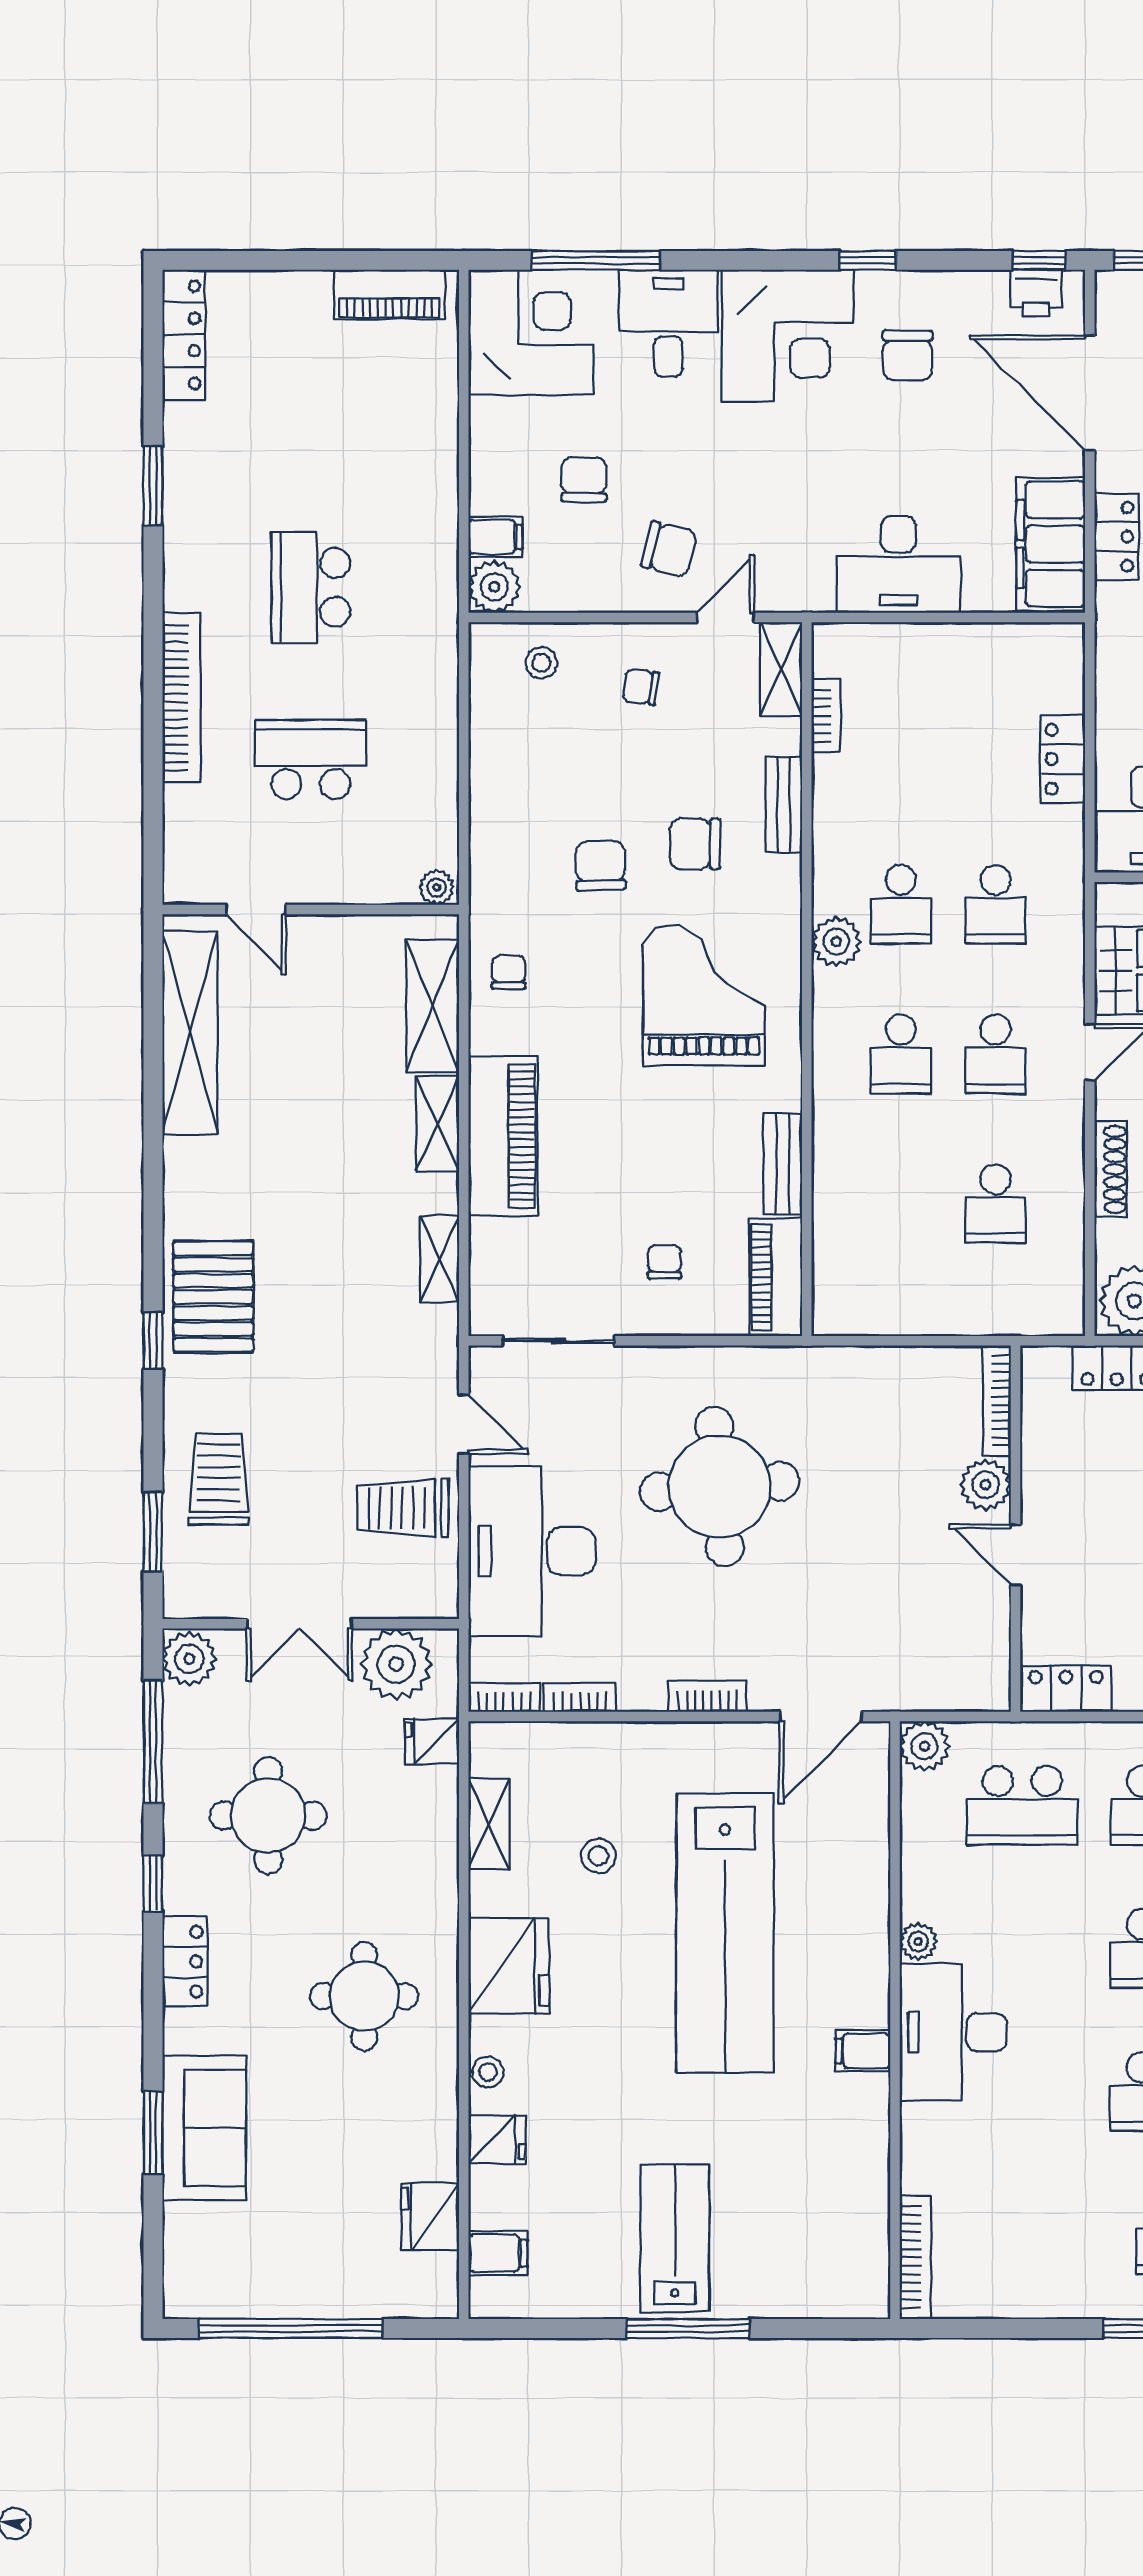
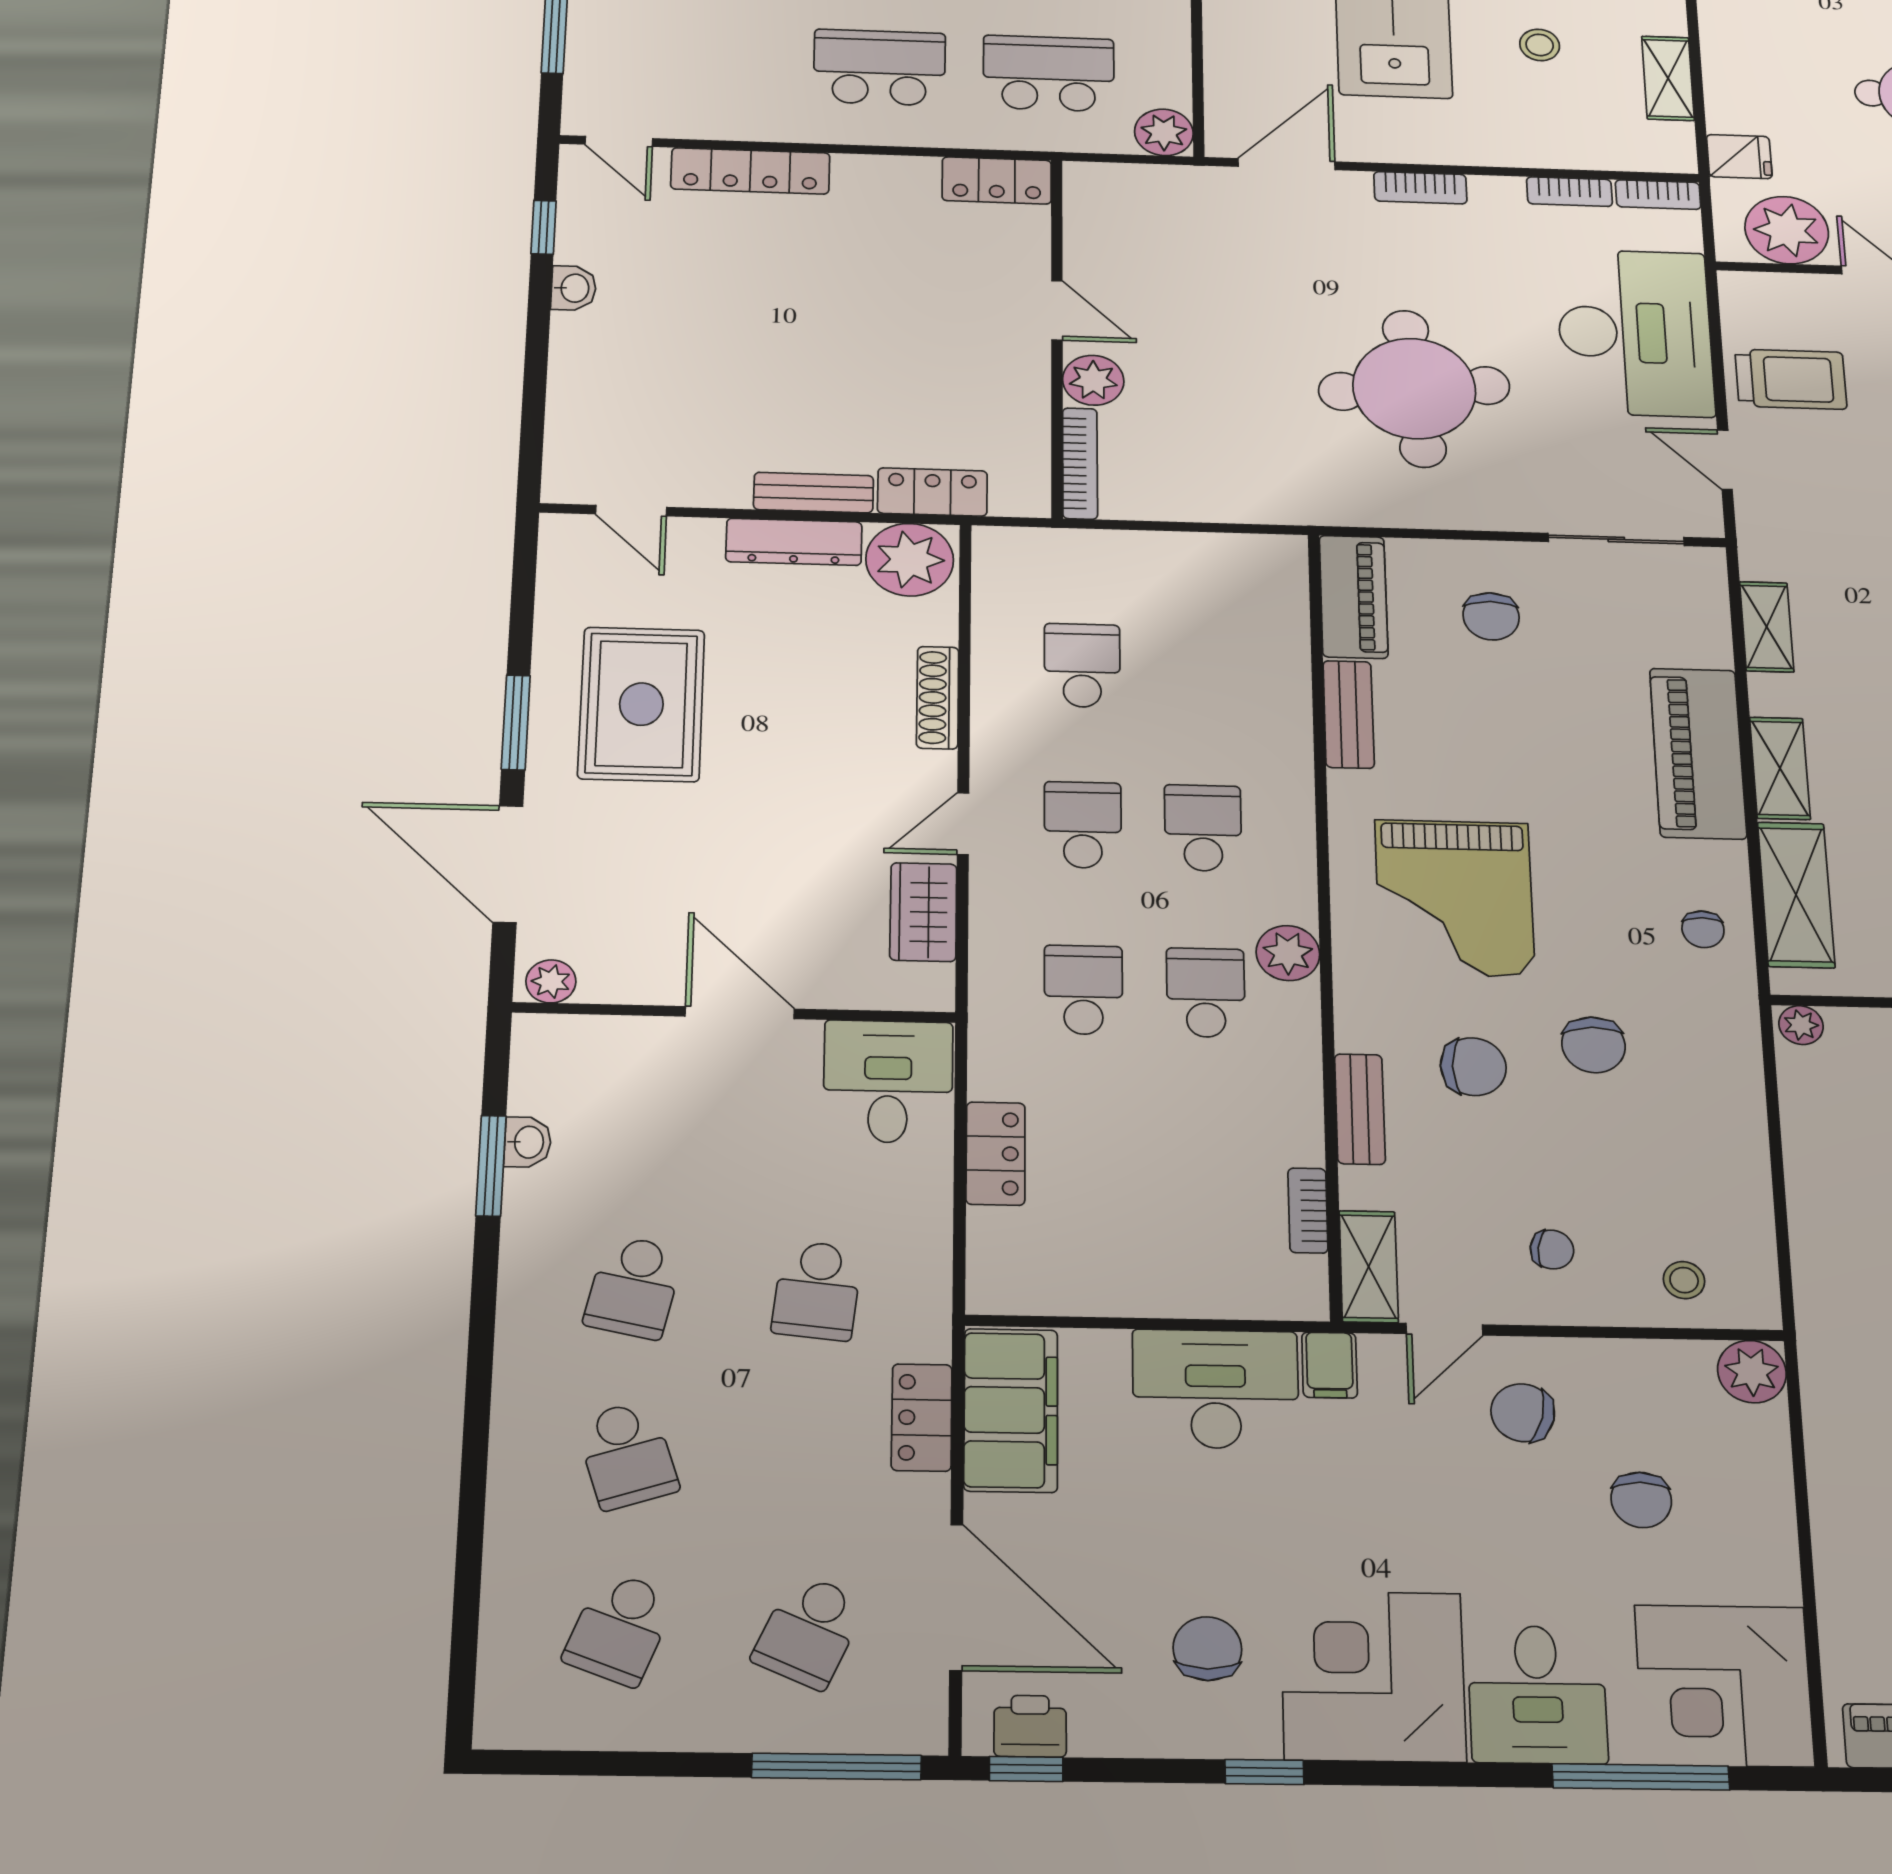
filing cabinet: (495, 537) -> (1330, 1365), moved, turned -90
chair: (664, 1262) -> (1491, 616), width x1.37, depth x1.37

